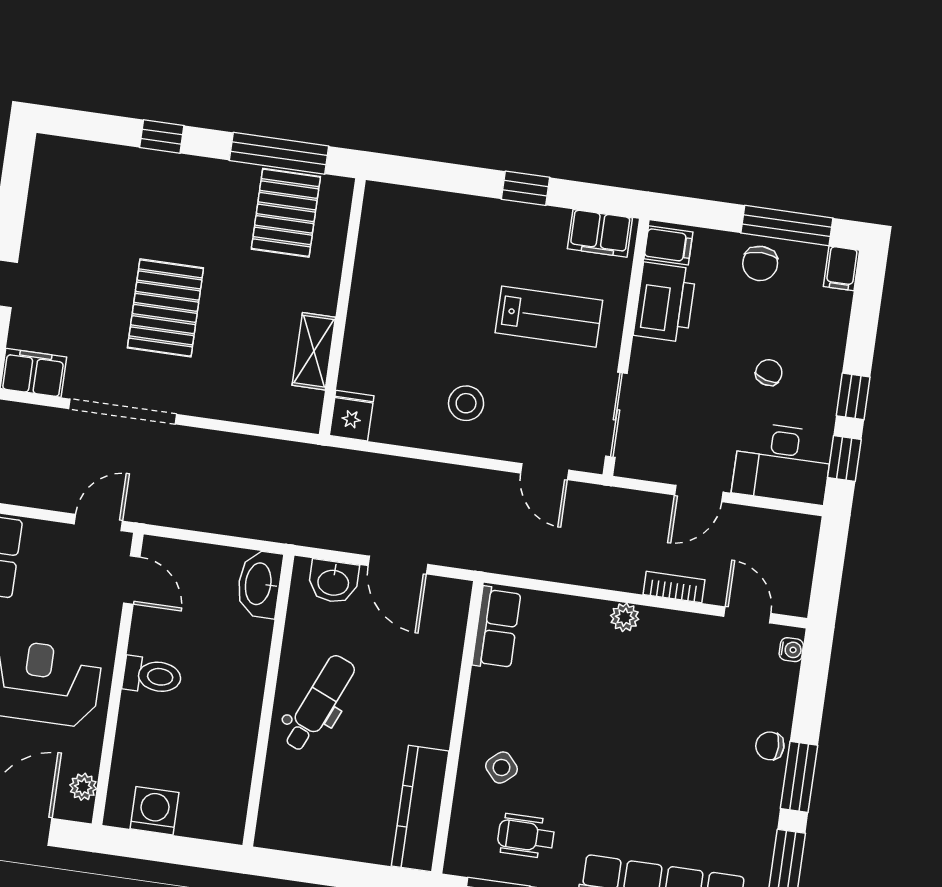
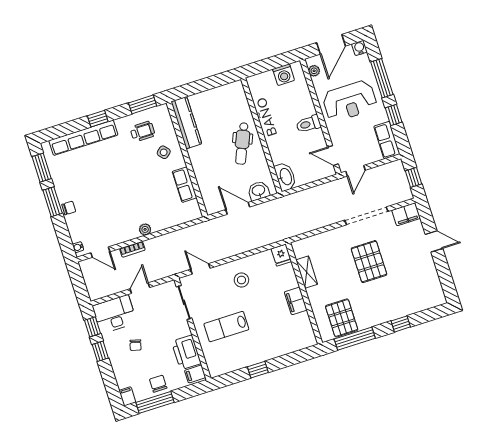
filing cabinet: (600, 233) -> (296, 301), moved, turned -90
row of seats: (497, 628) -> (185, 185), moved

